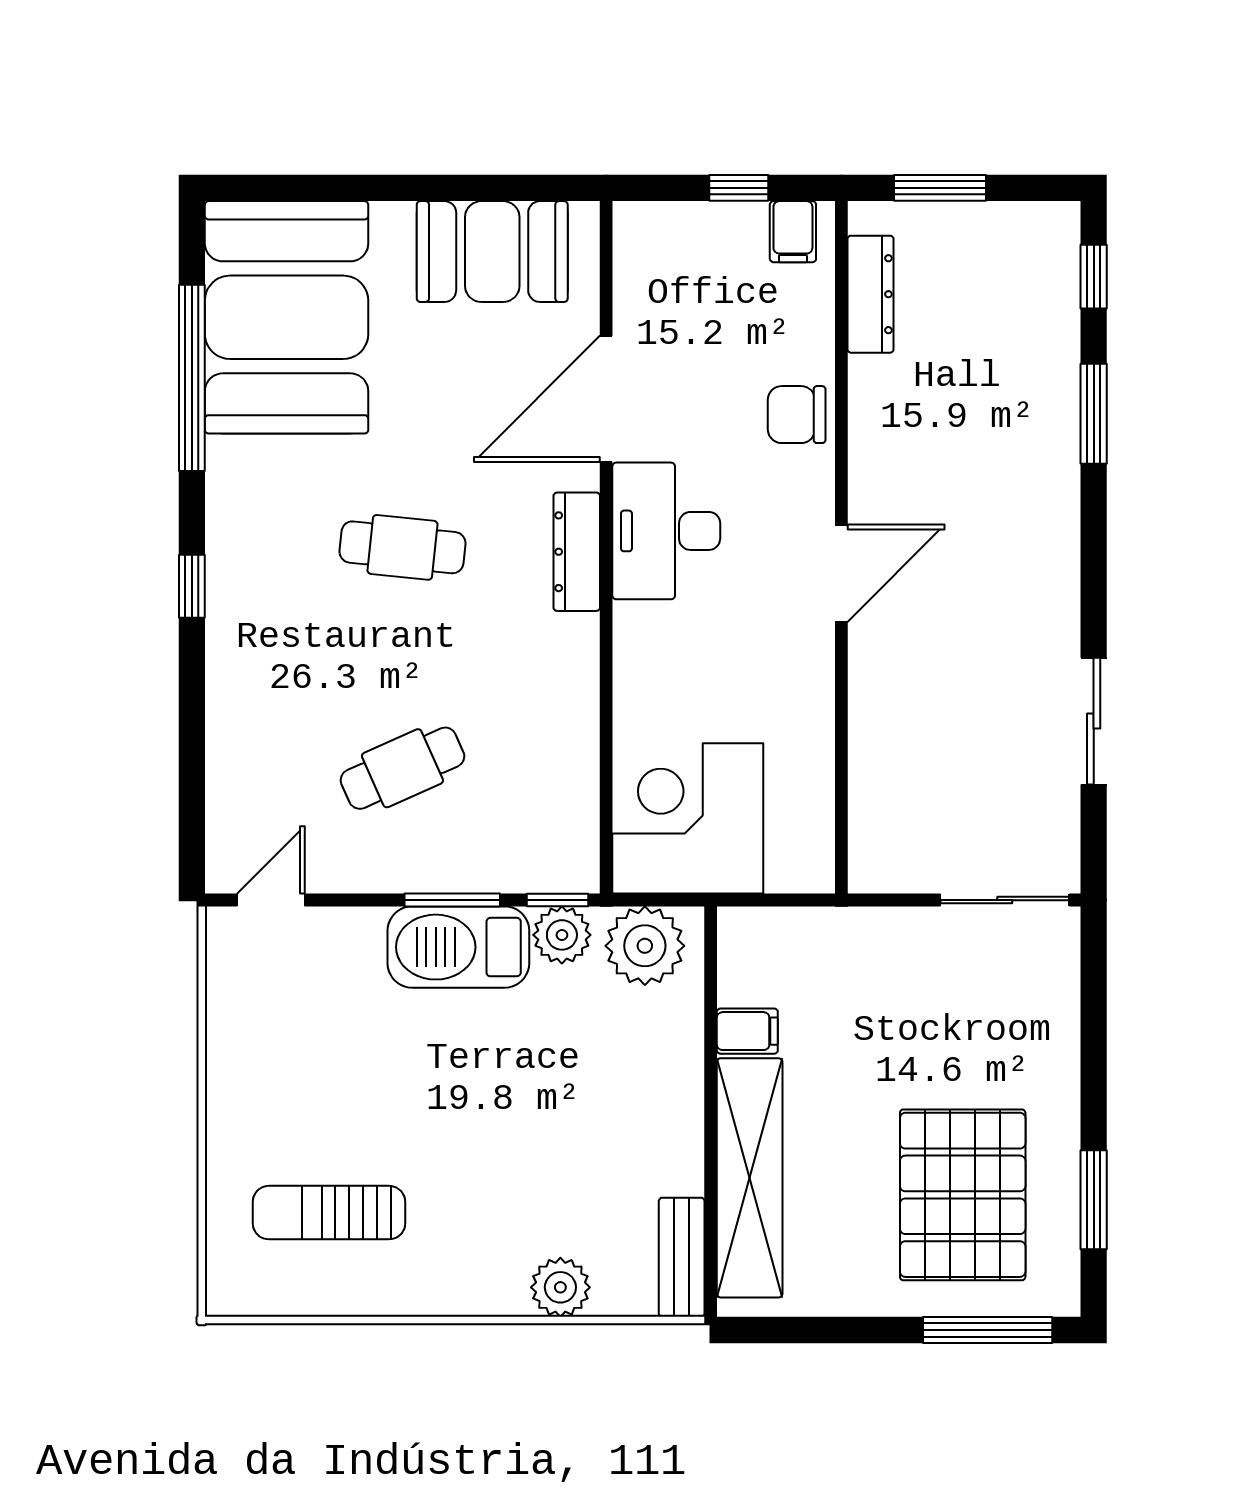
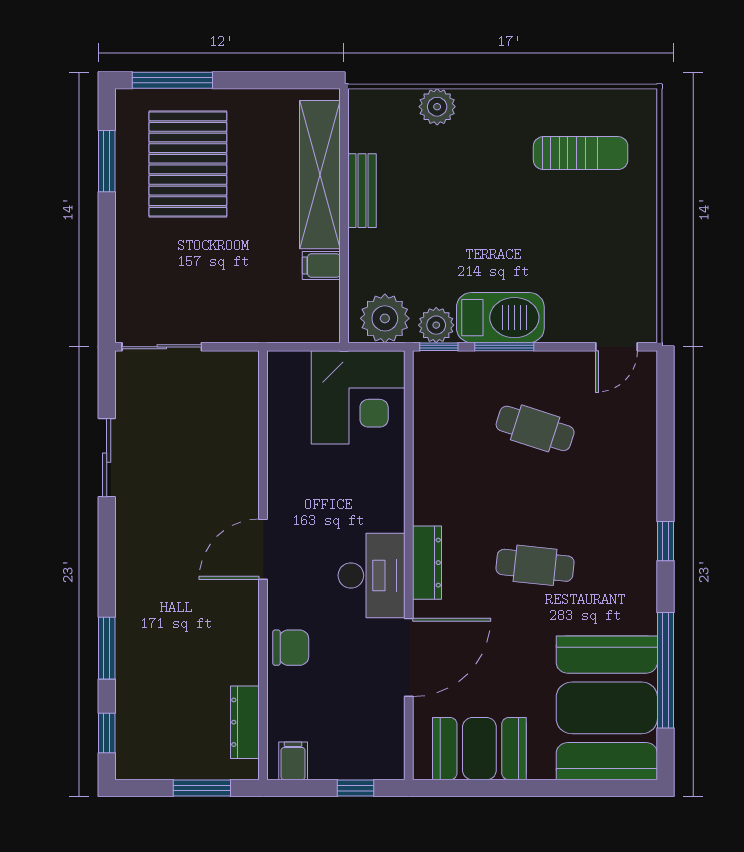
window: (739, 188) -> (356, 788), moved
cafe table: (402, 768) -> (535, 428), turned 42
bench: (682, 1257) -> (362, 191), moved

